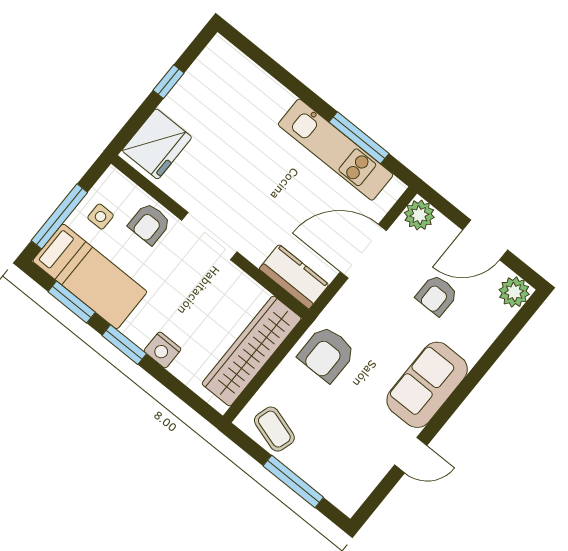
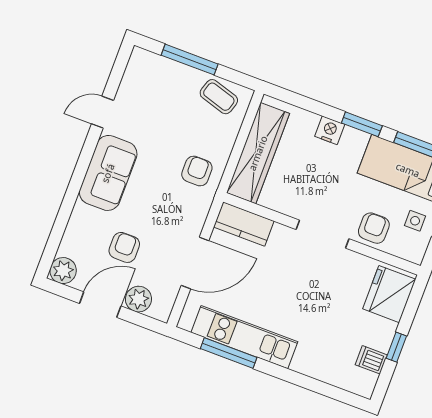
dishwasher: (202, 77) -> (371, 360), added
plant: (419, 215) -> (138, 299), moved
armchair: (327, 354) -> (197, 171), width x0.72, depth x0.72

